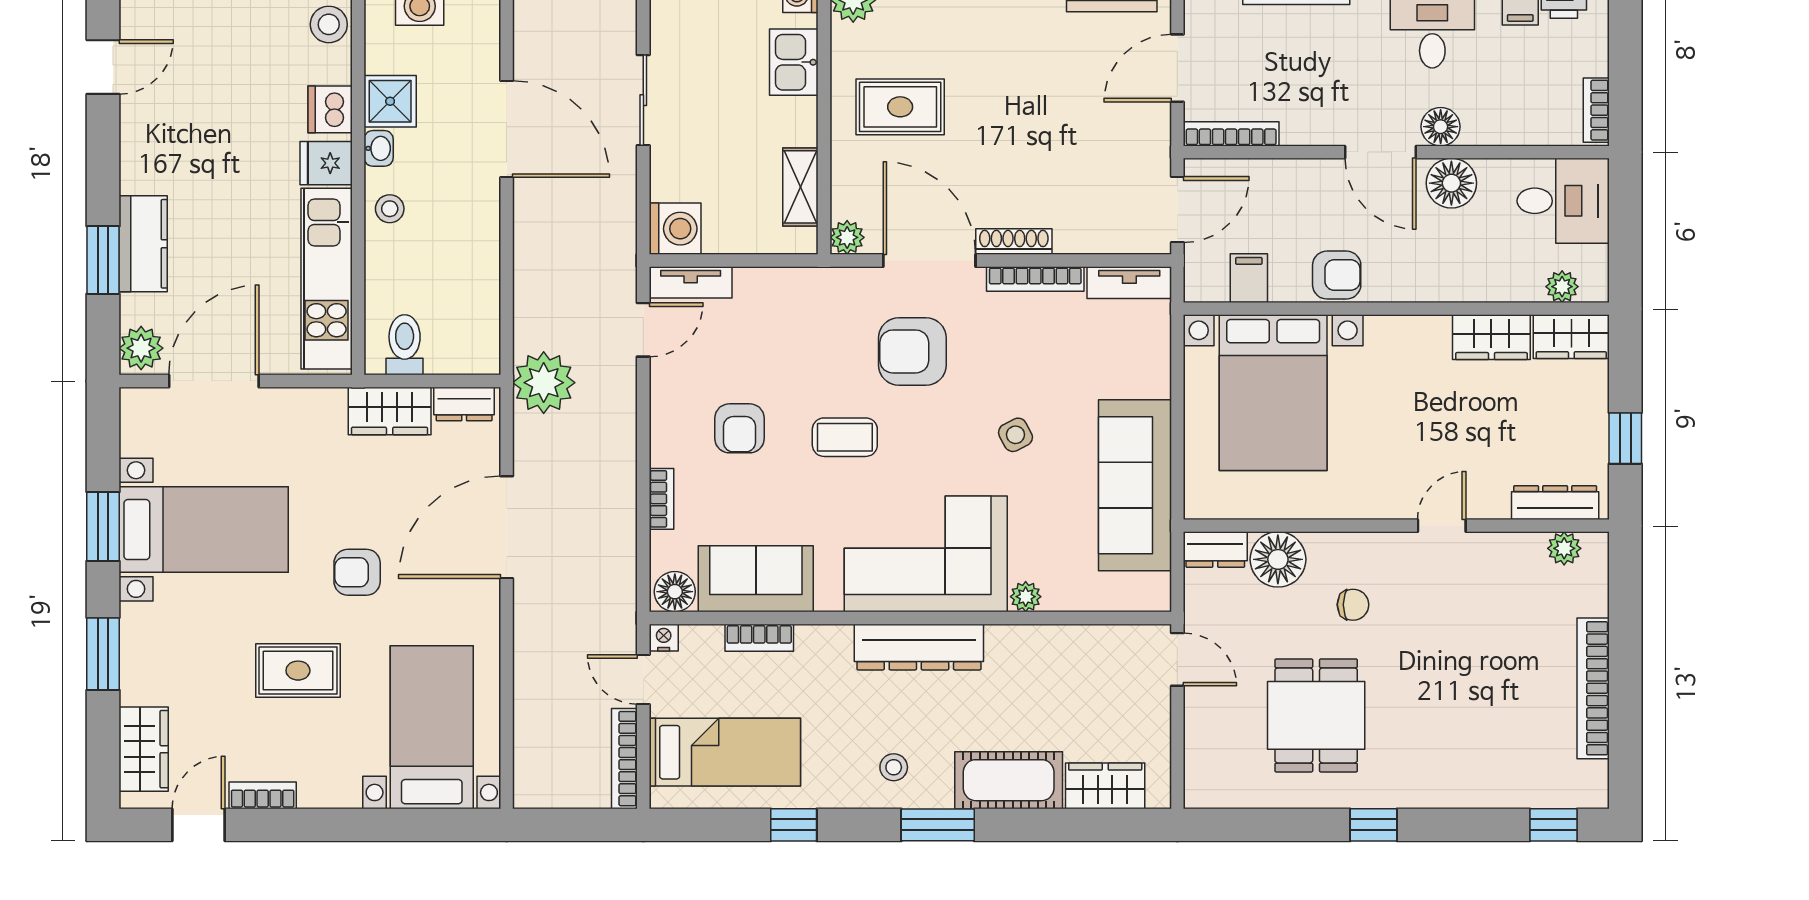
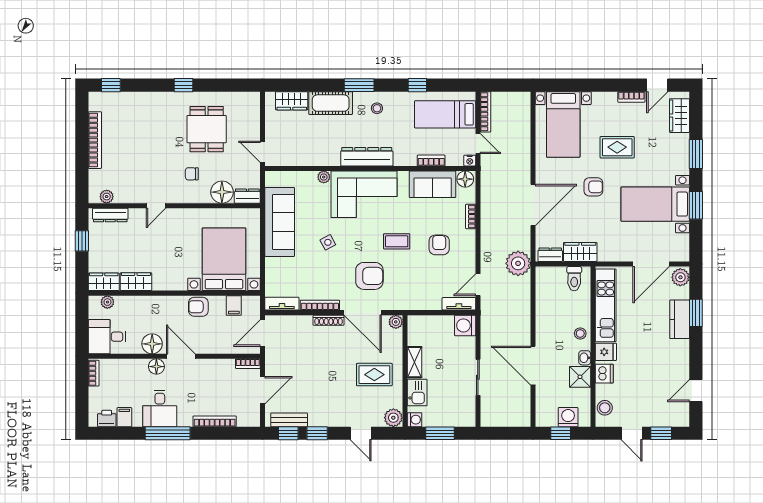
bookcase: (1231, 134) -> (248, 364), width x0.64
shelving: (800, 187) -> (415, 362), moved

